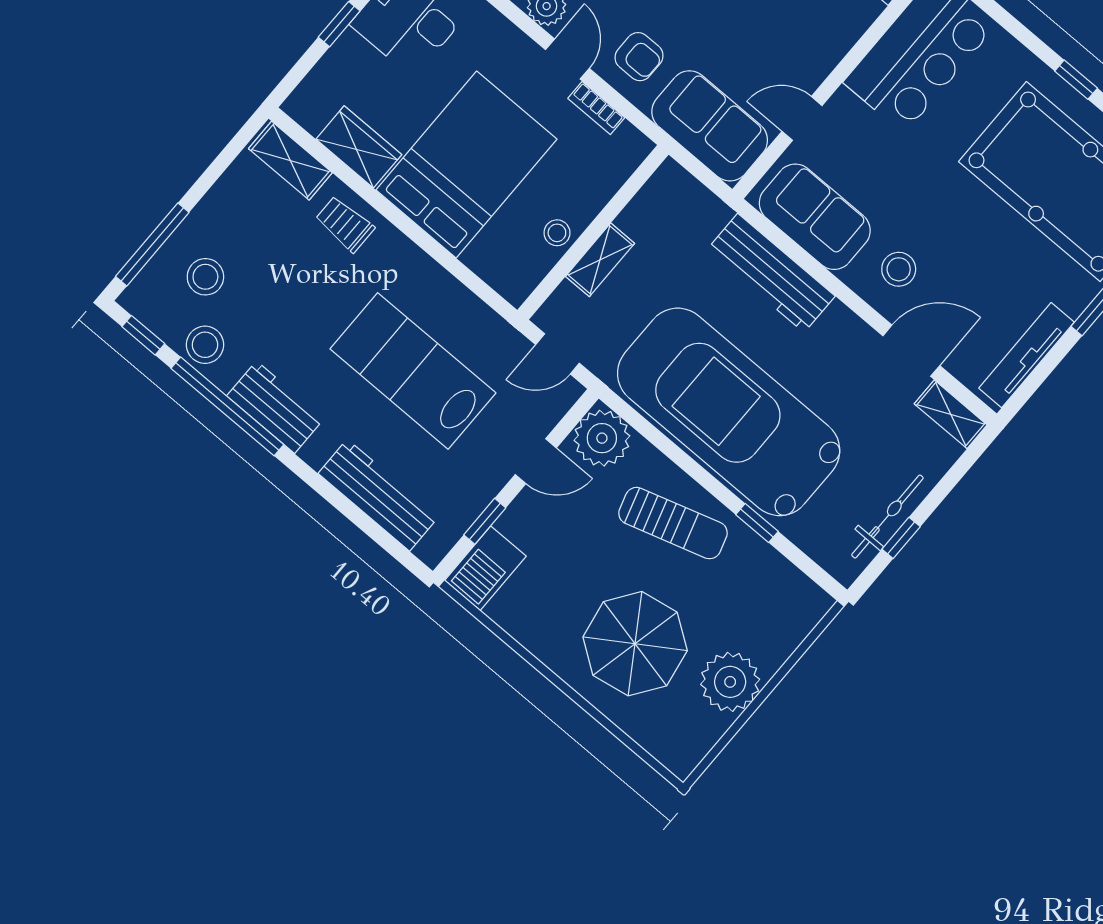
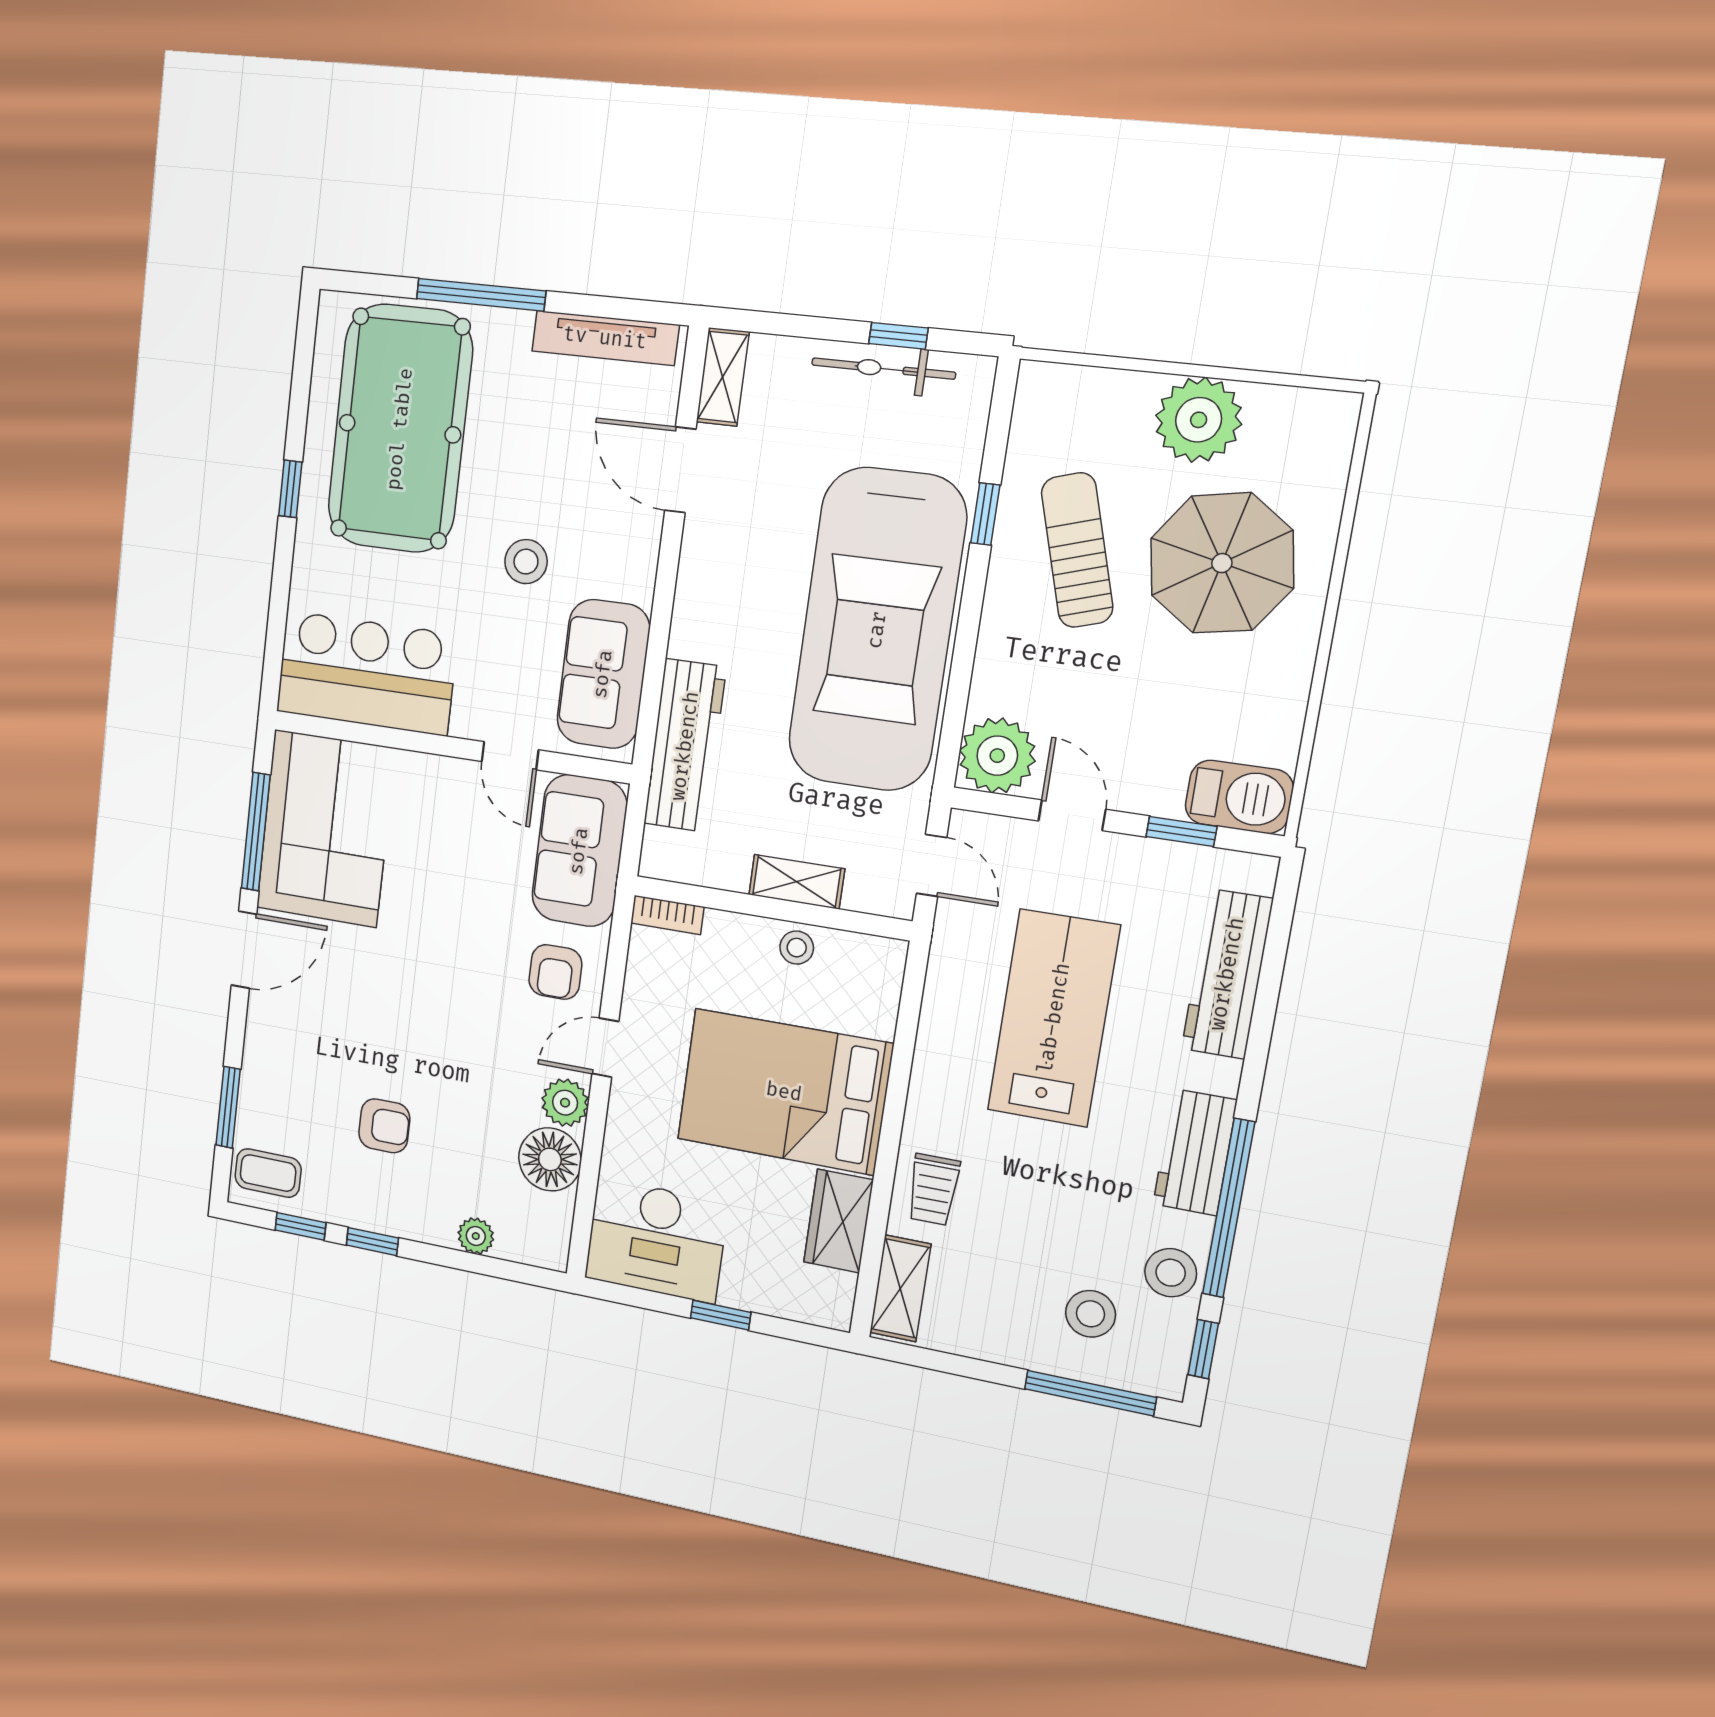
armchair: (639, 57) -> (555, 972), turned 180
bookcase: (596, 108) -> (667, 915), moved, turned 90
stool: (899, 269) -> (526, 562), moved
workbench: (771, 273) -> (685, 746), moved
lab bench: (413, 371) -> (1054, 1018), turned 180
sun lounger: (673, 523) -> (1077, 550), moved

